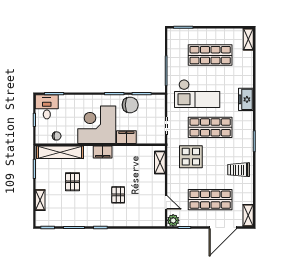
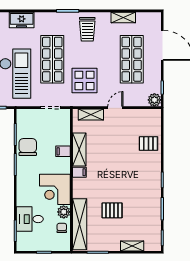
desk: (47, 107) -> (30, 219), moved
corner desk: (97, 125) -> (55, 189), width x0.74, depth x0.74
filing cabinet: (126, 137) -> (63, 151), width x0.50
plant: (71, 138) -> (64, 212), added
filing cabinet: (103, 152) -> (79, 172), width x0.50
shelving: (128, 152) -> (79, 149), added
trolley: (239, 170) -> (87, 29), moved
pallet: (118, 195) -> (148, 144), moved
door: (166, 202) -> (115, 108), moved
shelving: (248, 215) -> (123, 17), moved

